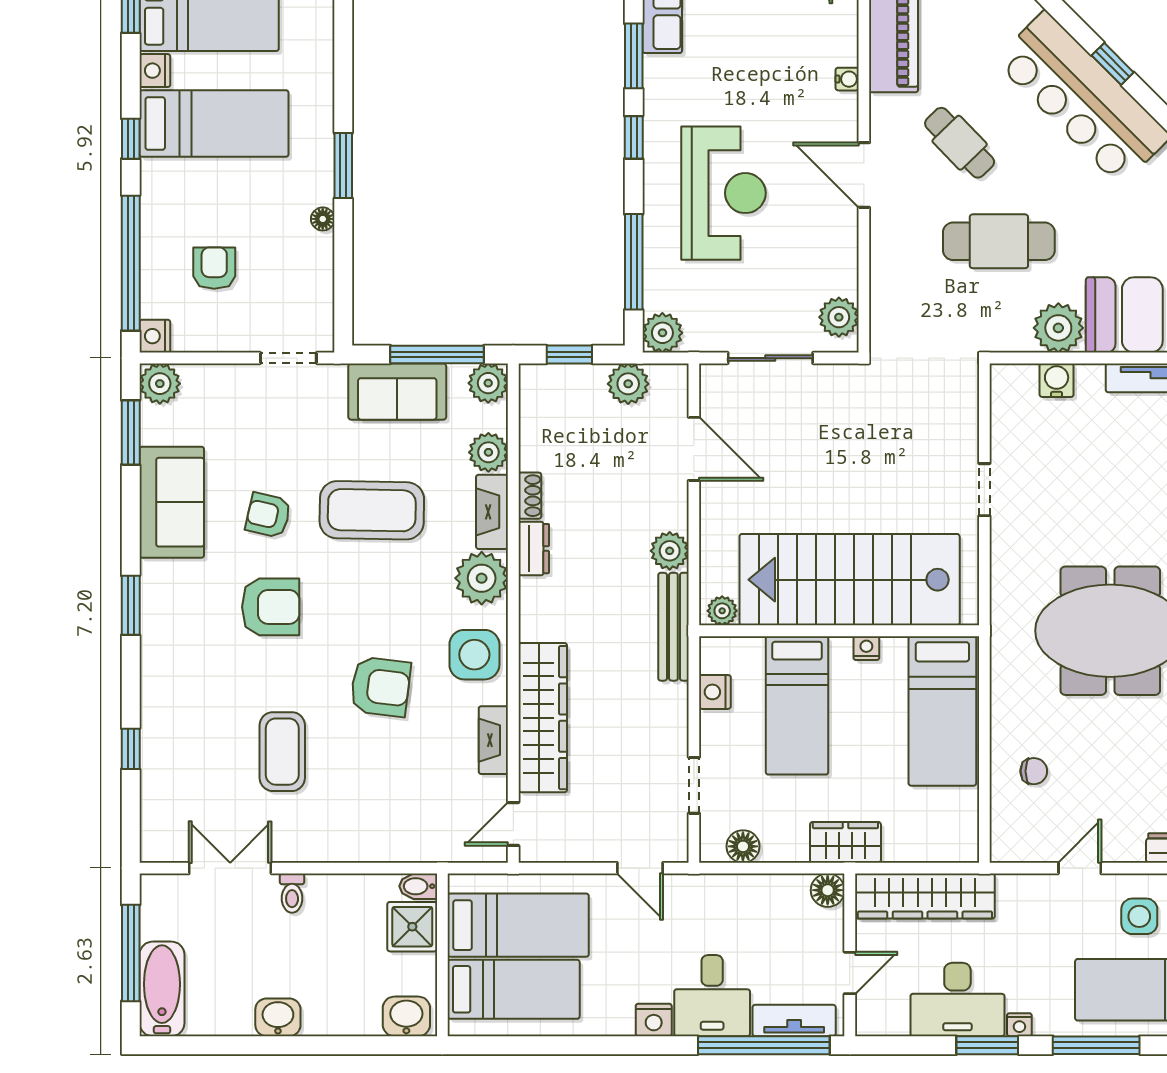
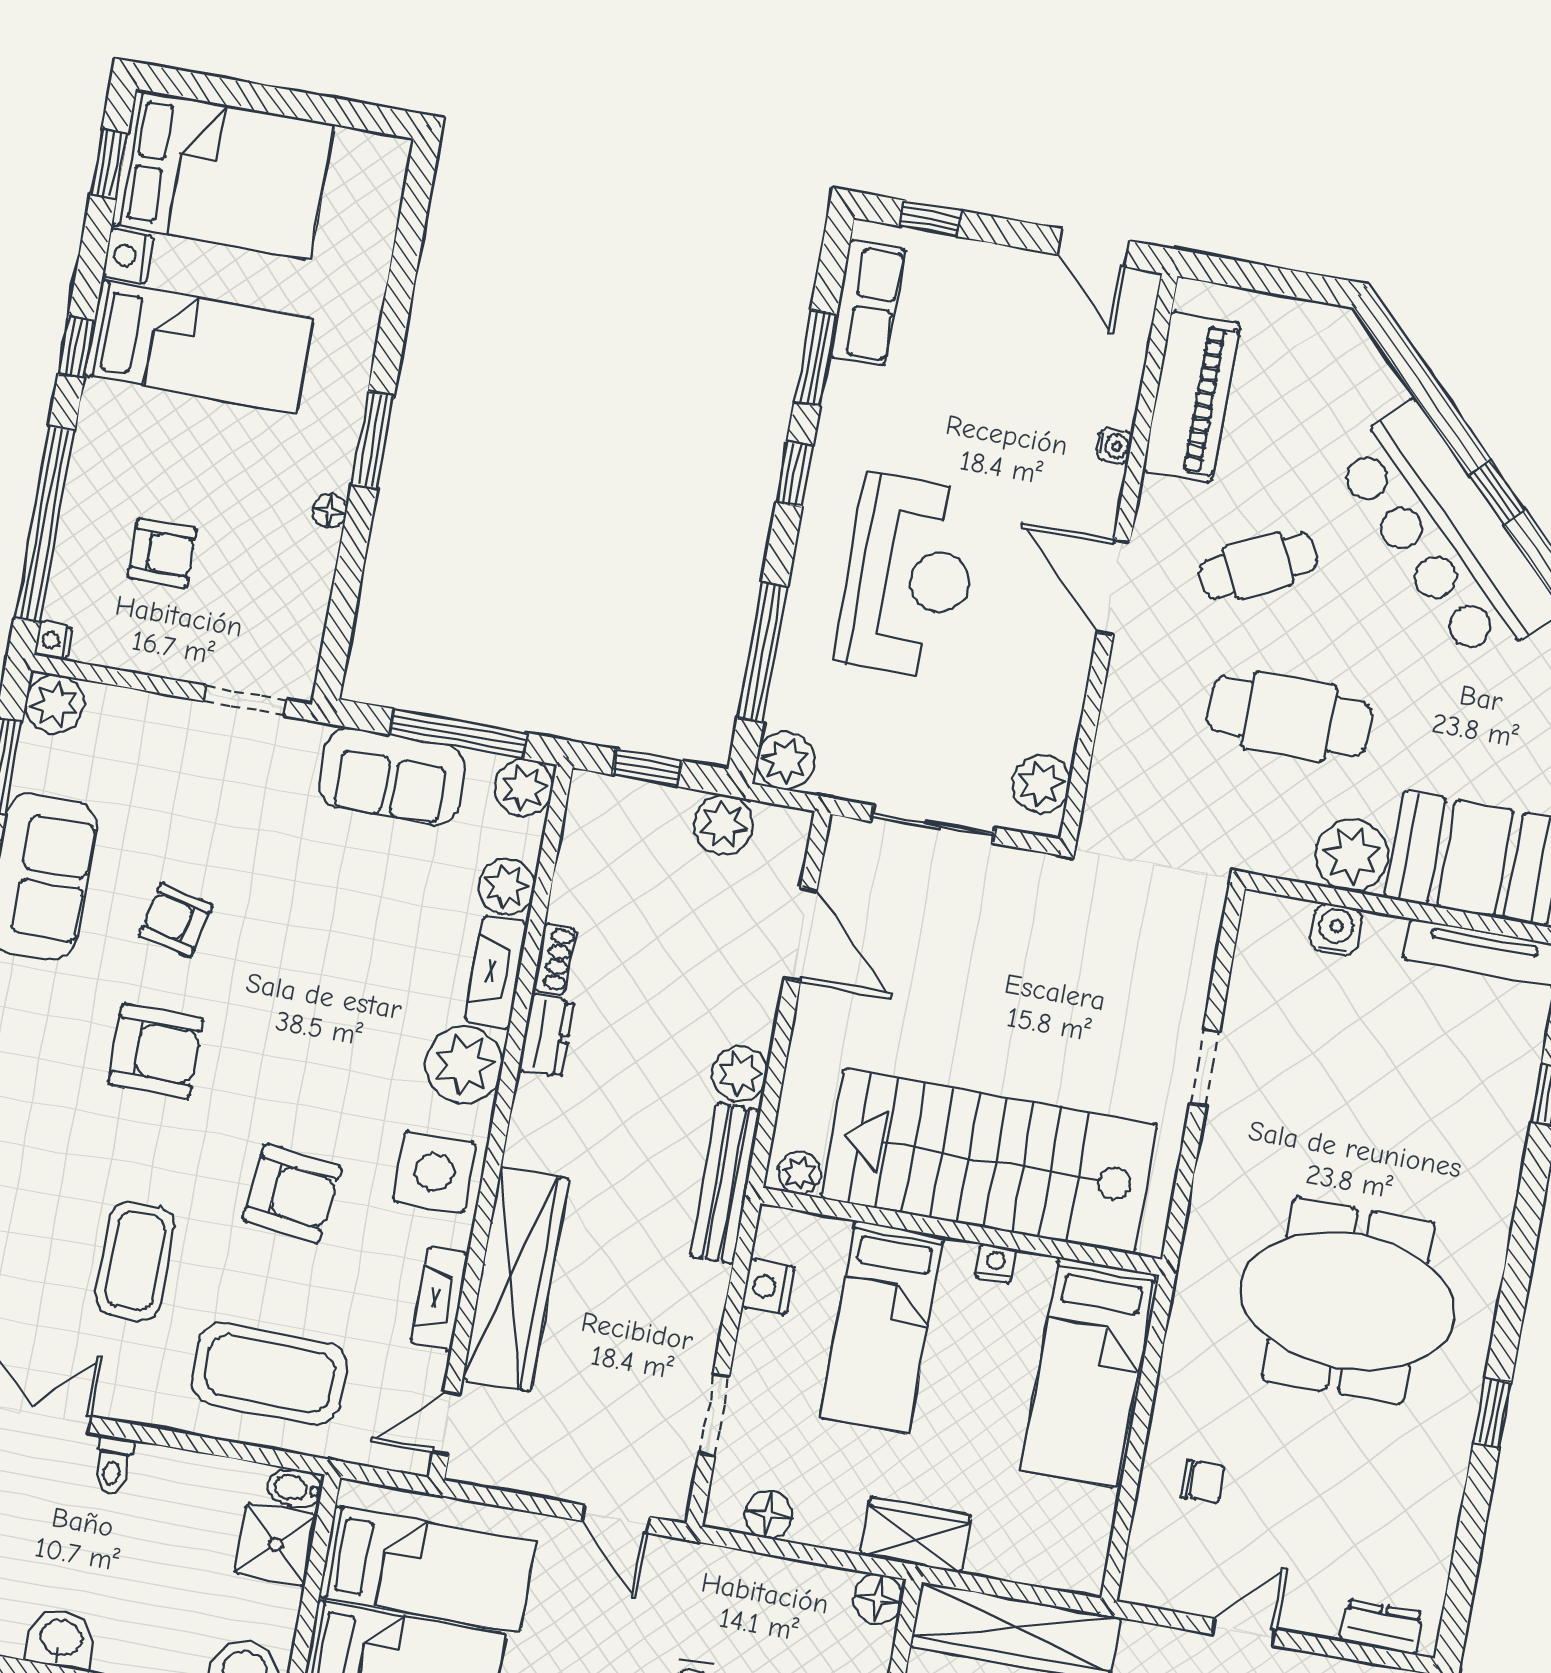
cafe table: (960, 143) -> (1258, 566), turned -72
armchair: (214, 268) -> (162, 553), turned 90
nightstand: (155, 336) -> (53, 641), width x0.72, depth x0.74
coffee table: (372, 510) -> (269, 1374), moved

